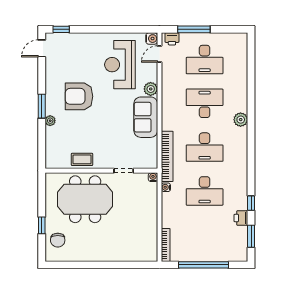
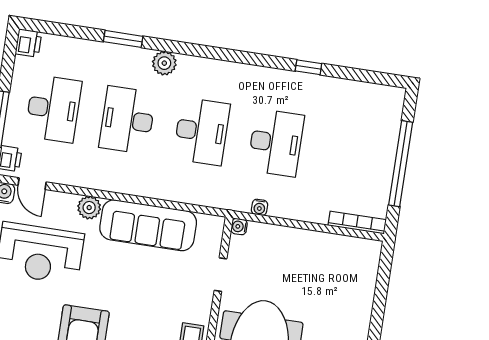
sofa: (146, 117) -> (148, 225), width x1.36
bookcase: (167, 156) -> (208, 197), removed
printer: (241, 218) -> (28, 43), moved, turned -90
window: (251, 236) -> (123, 39), moved

